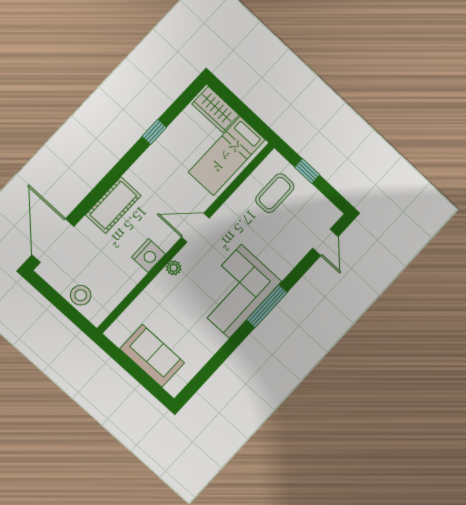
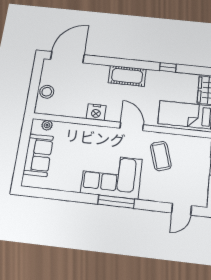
coffee table: (275, 193) -> (161, 156), moved, turned 73
cot: (113, 205) -> (127, 76), moved
plant: (174, 268) -> (47, 125), moved

